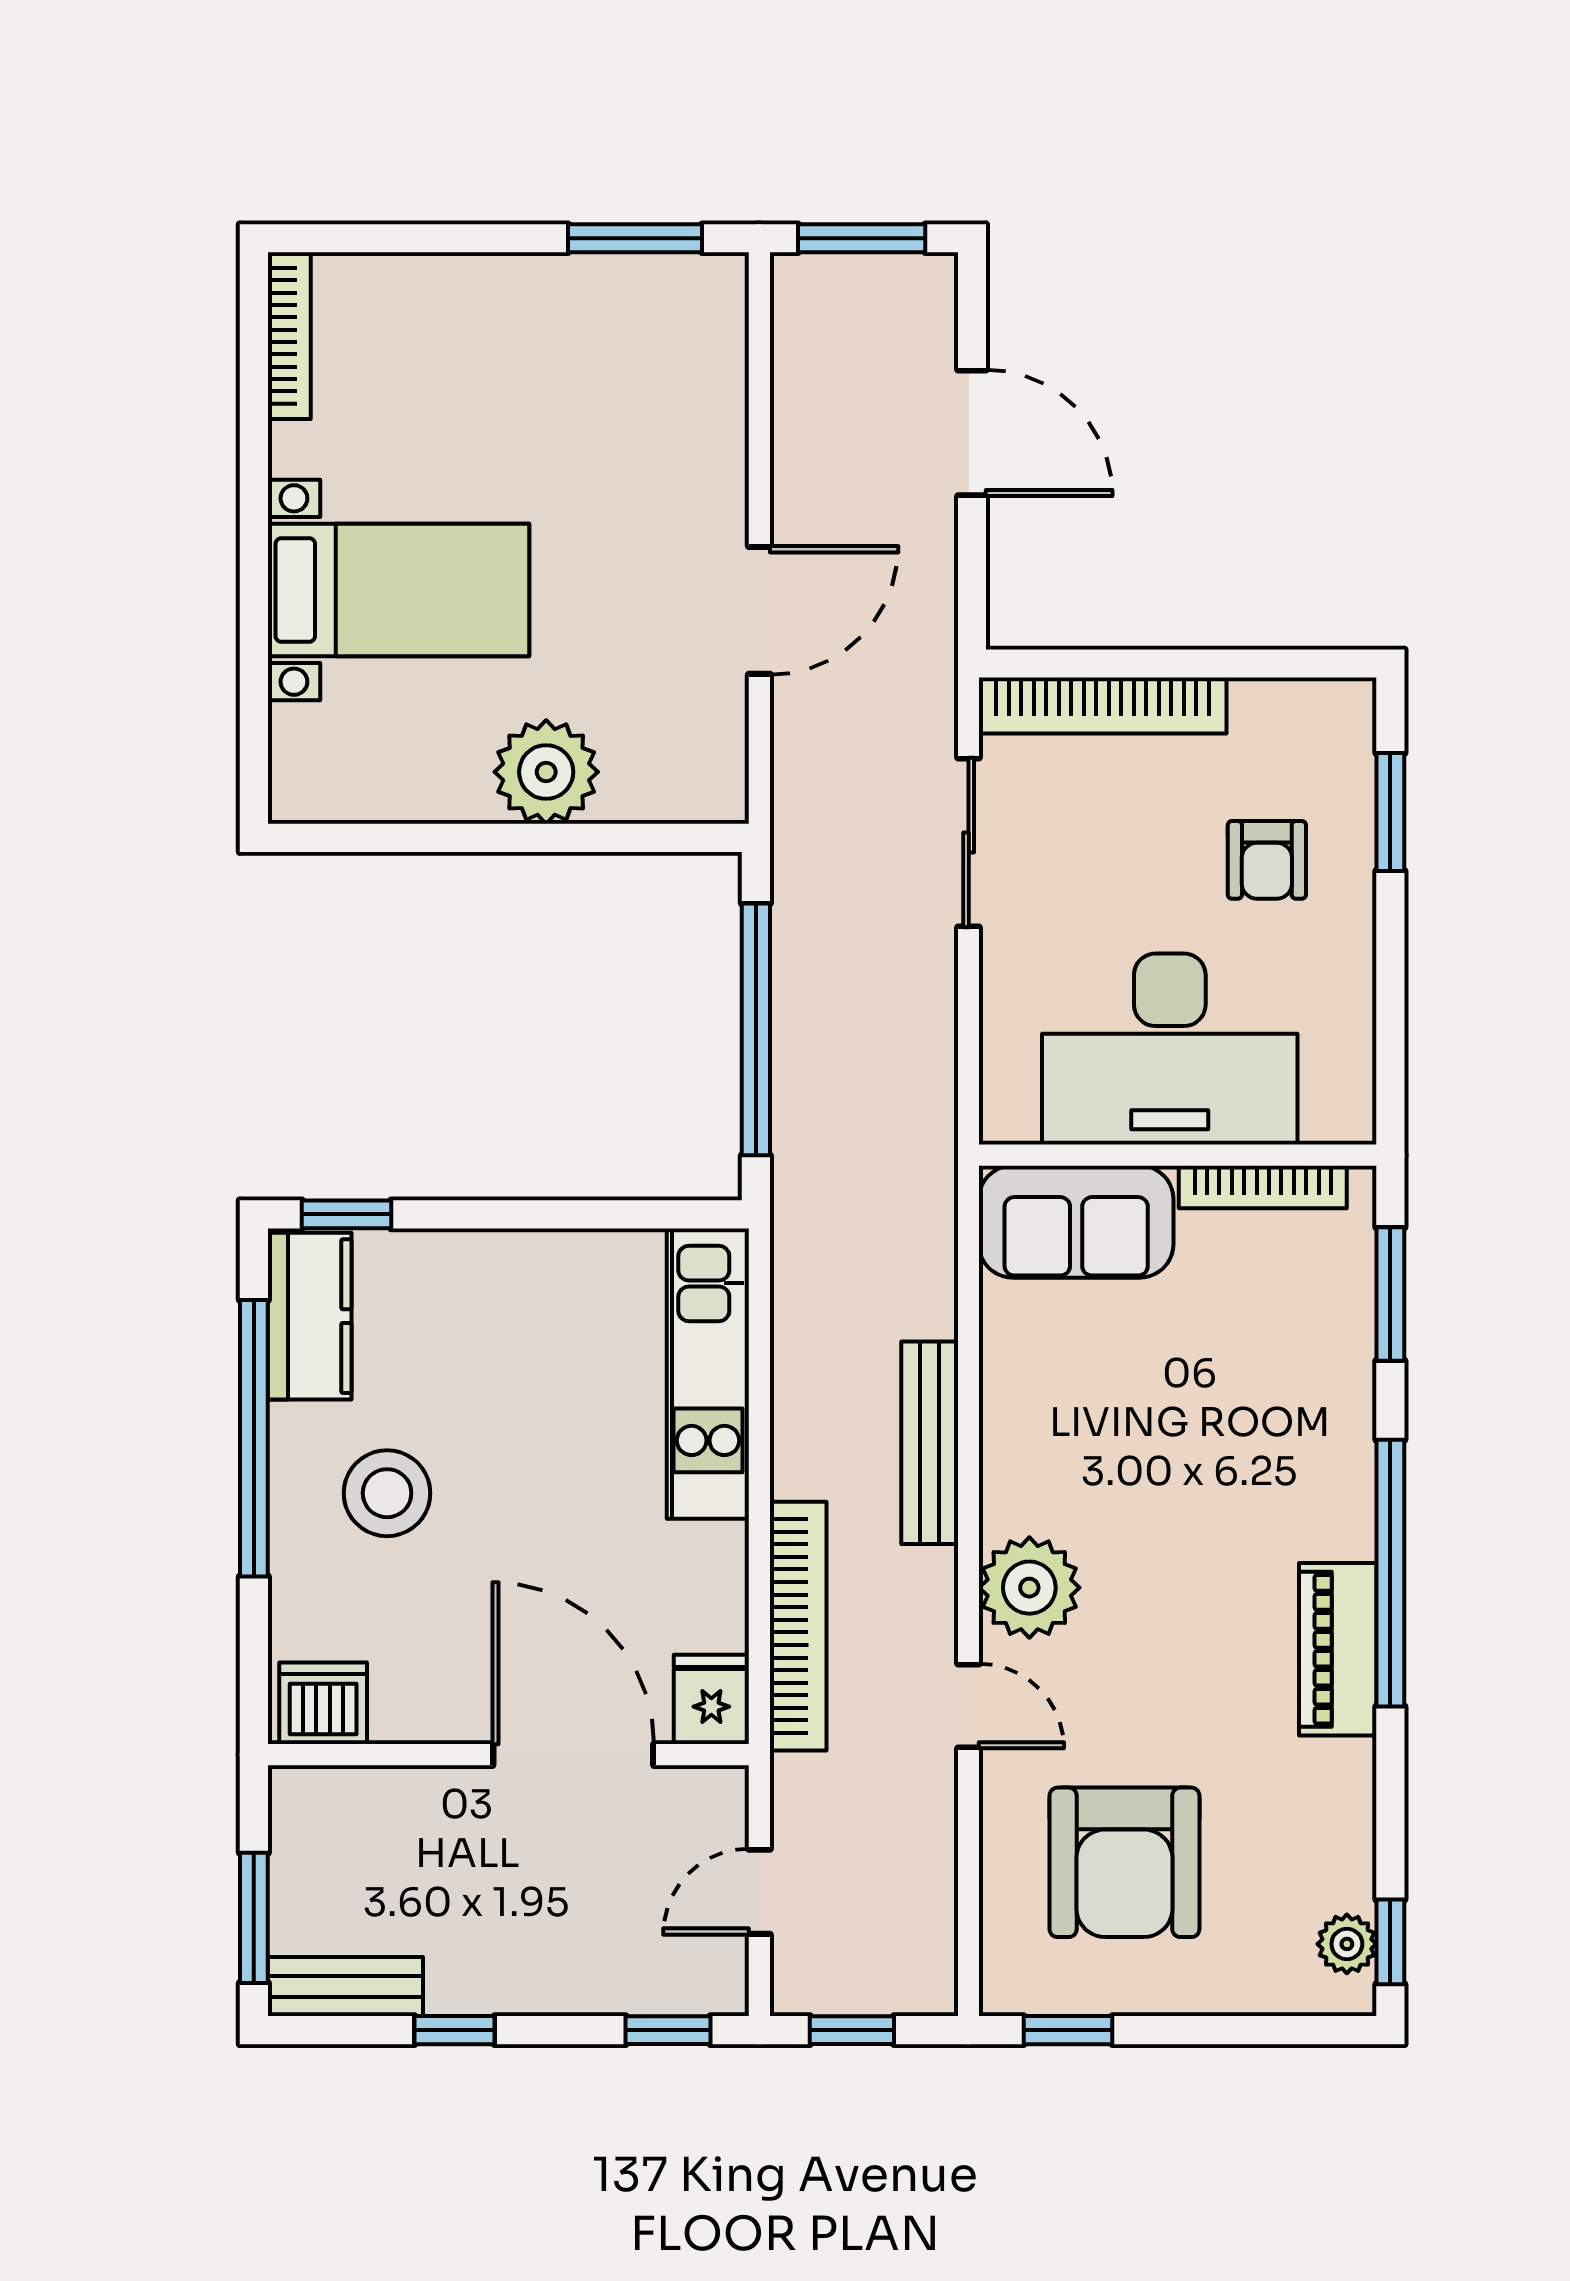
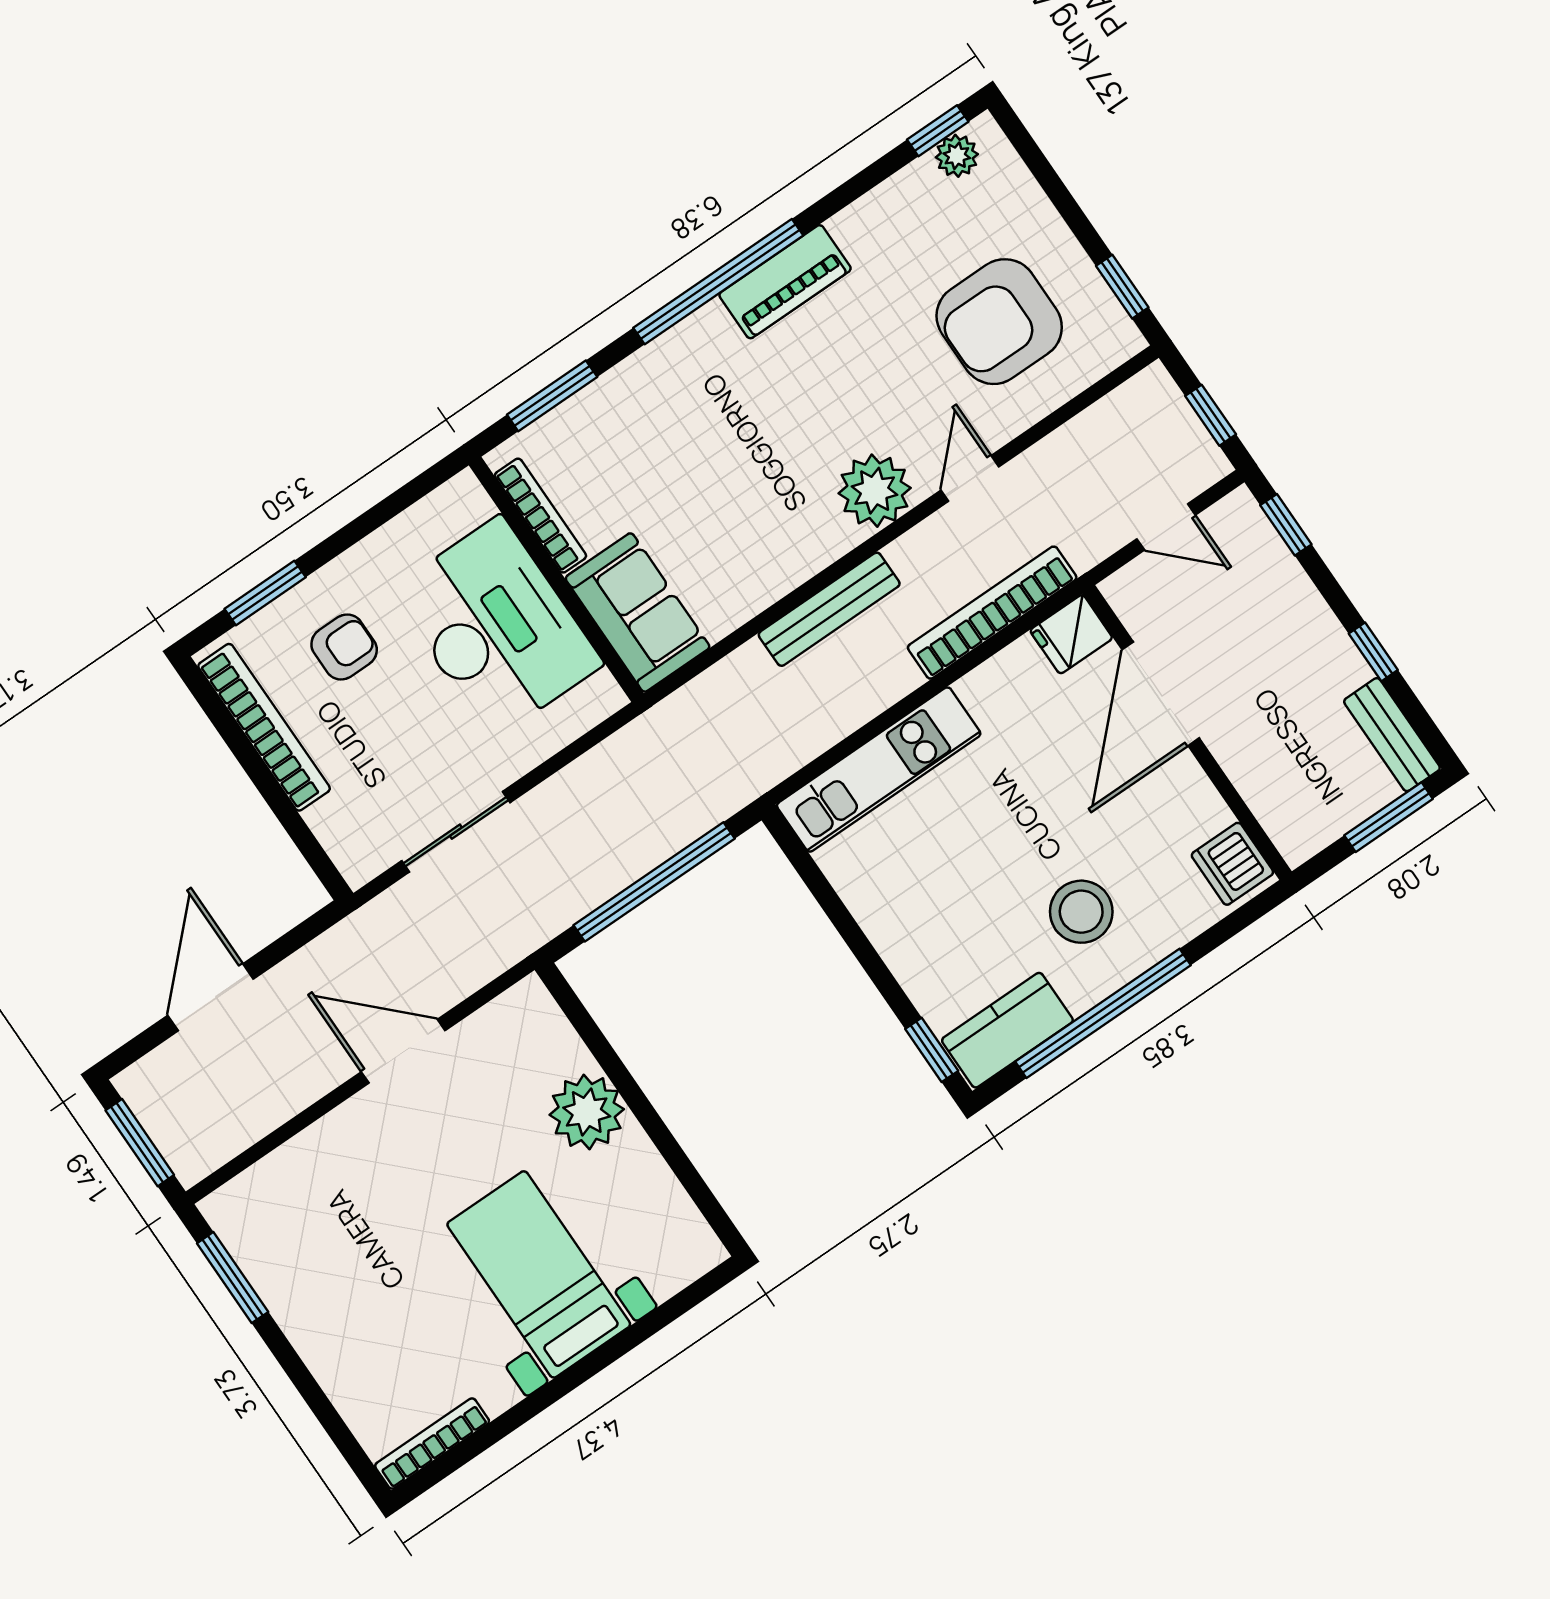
bookcase: (1103, 706) -> (264, 727), moved
armchair: (1124, 1862) -> (999, 322), turned 180

